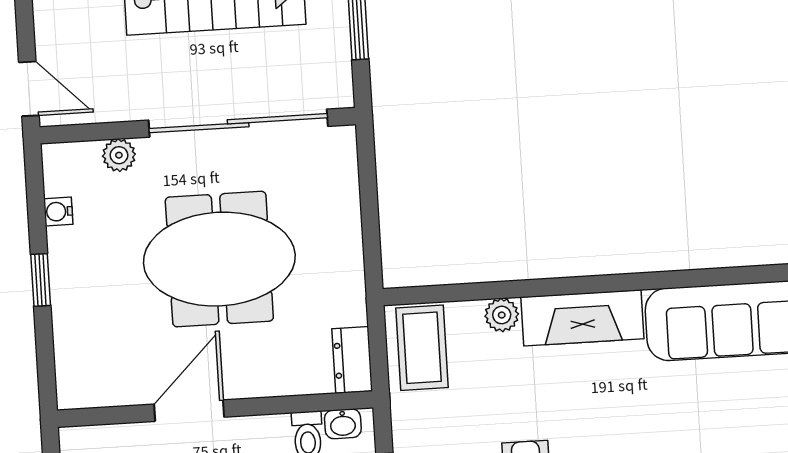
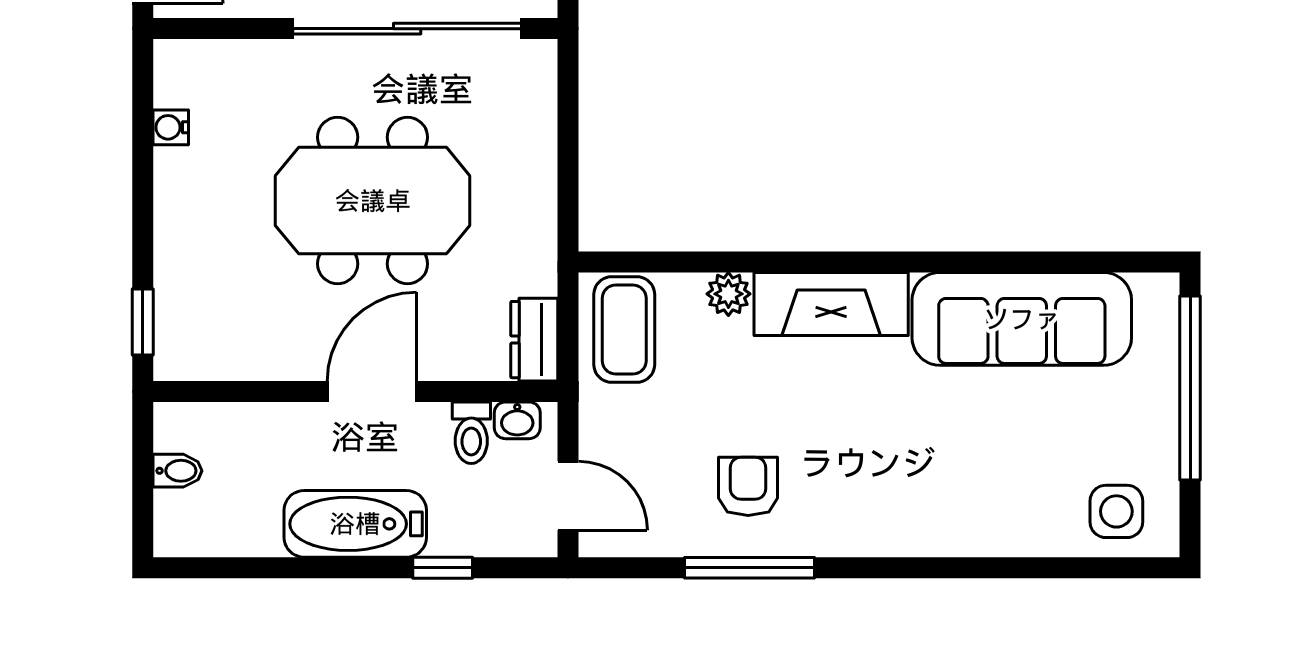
plant: (119, 155) -> (253, 60), removed
window: (41, 280) -> (143, 322), moved
door: (189, 411) -> (372, 391), moved

